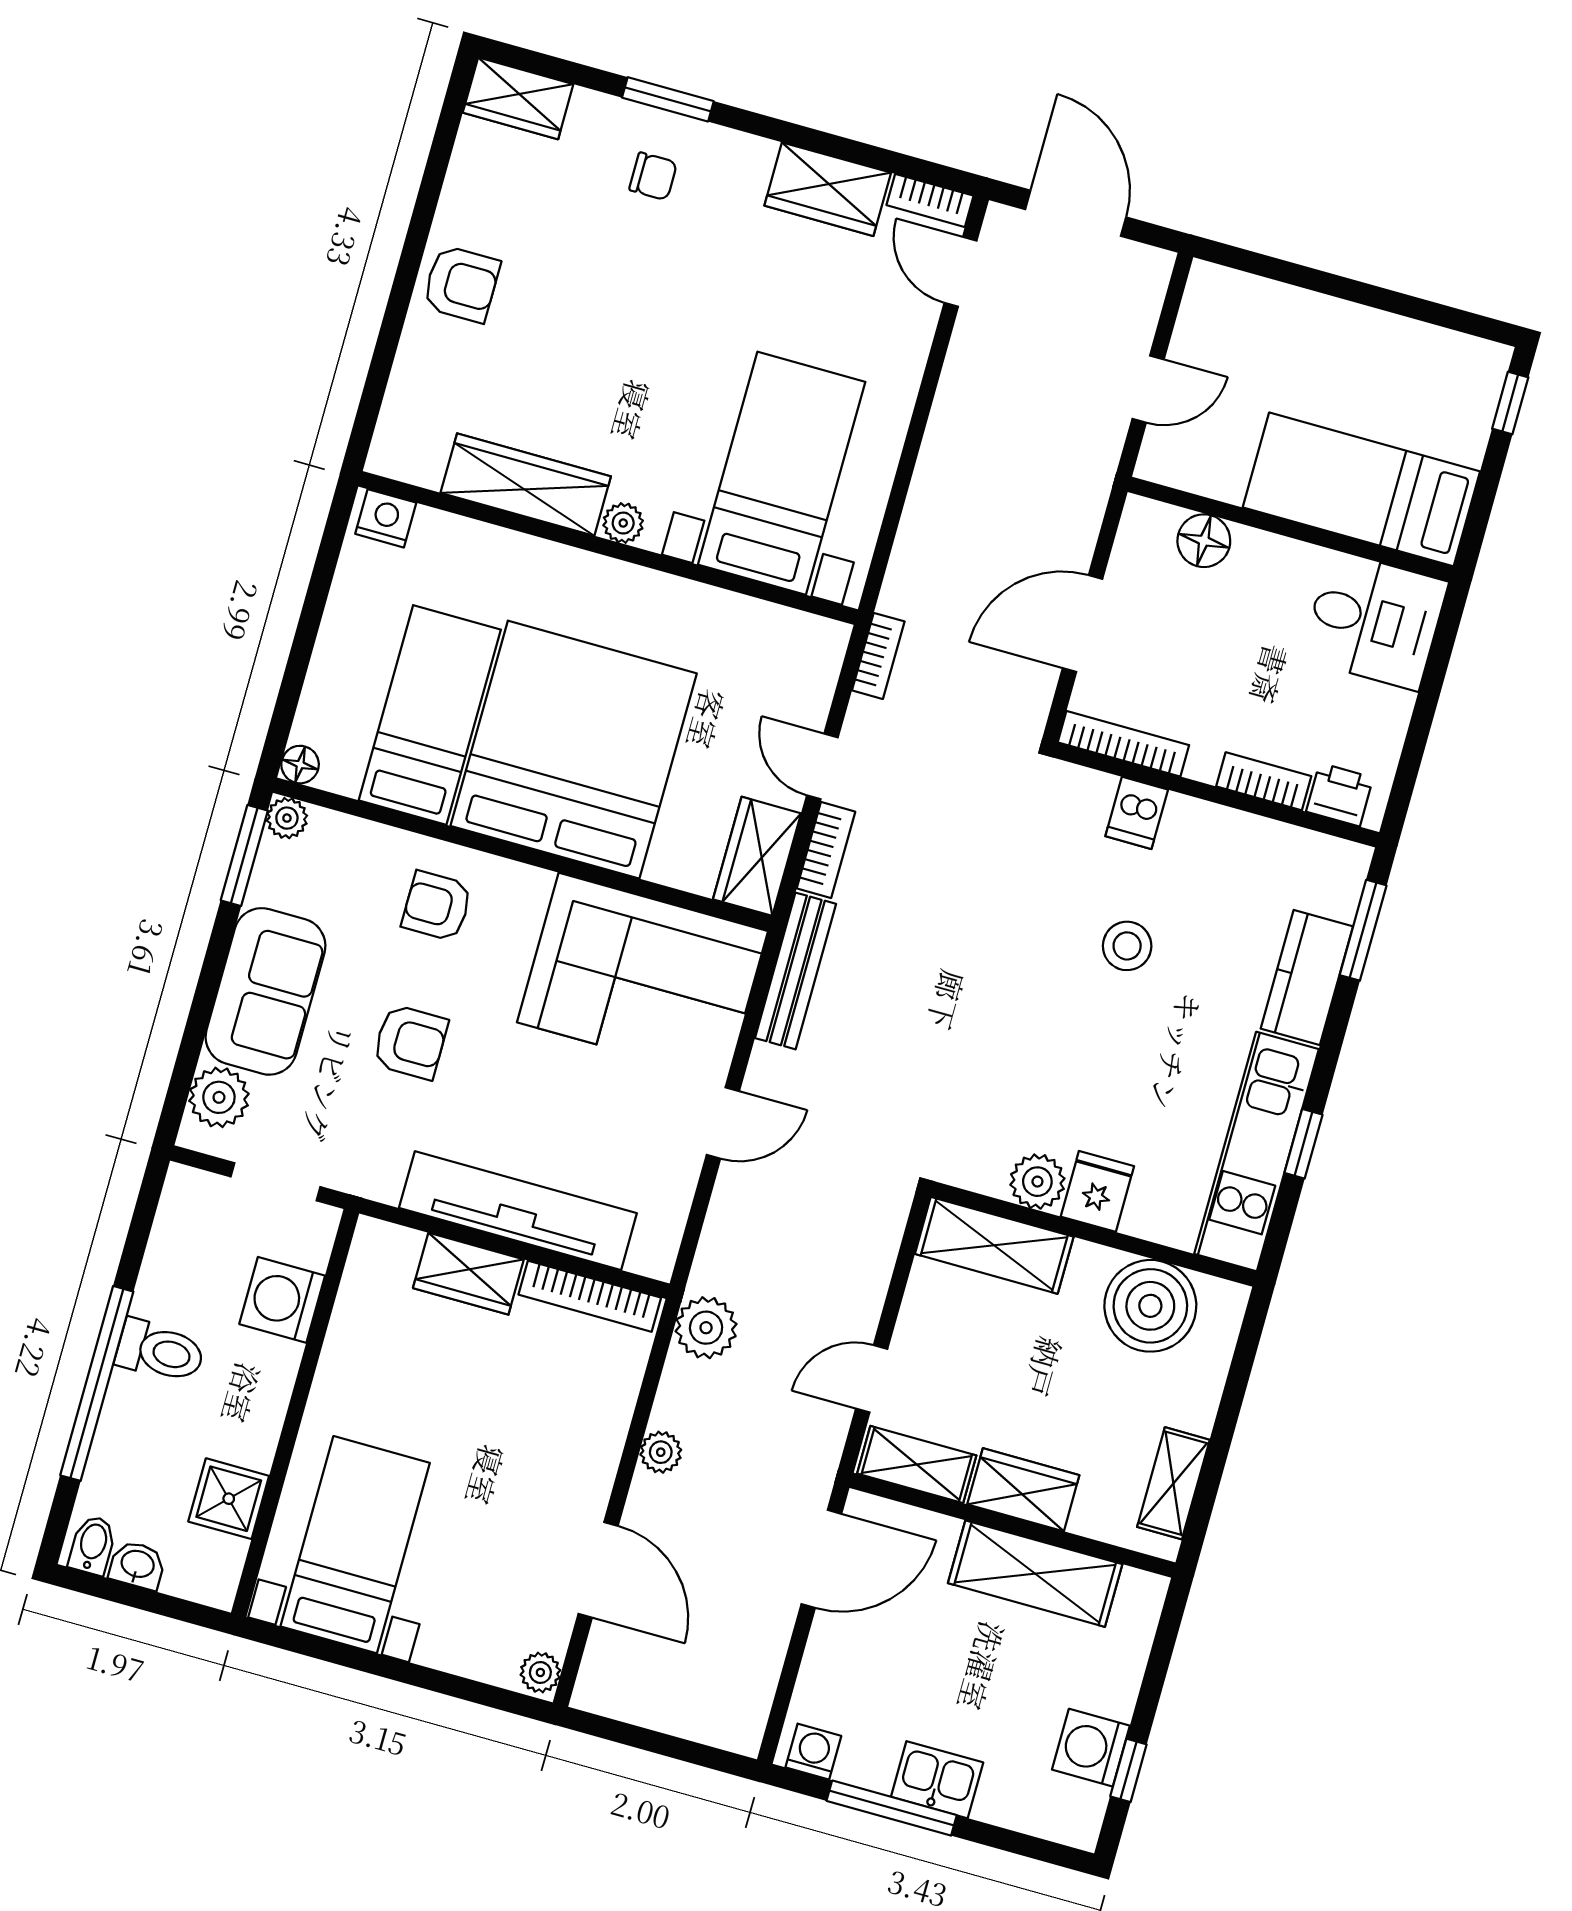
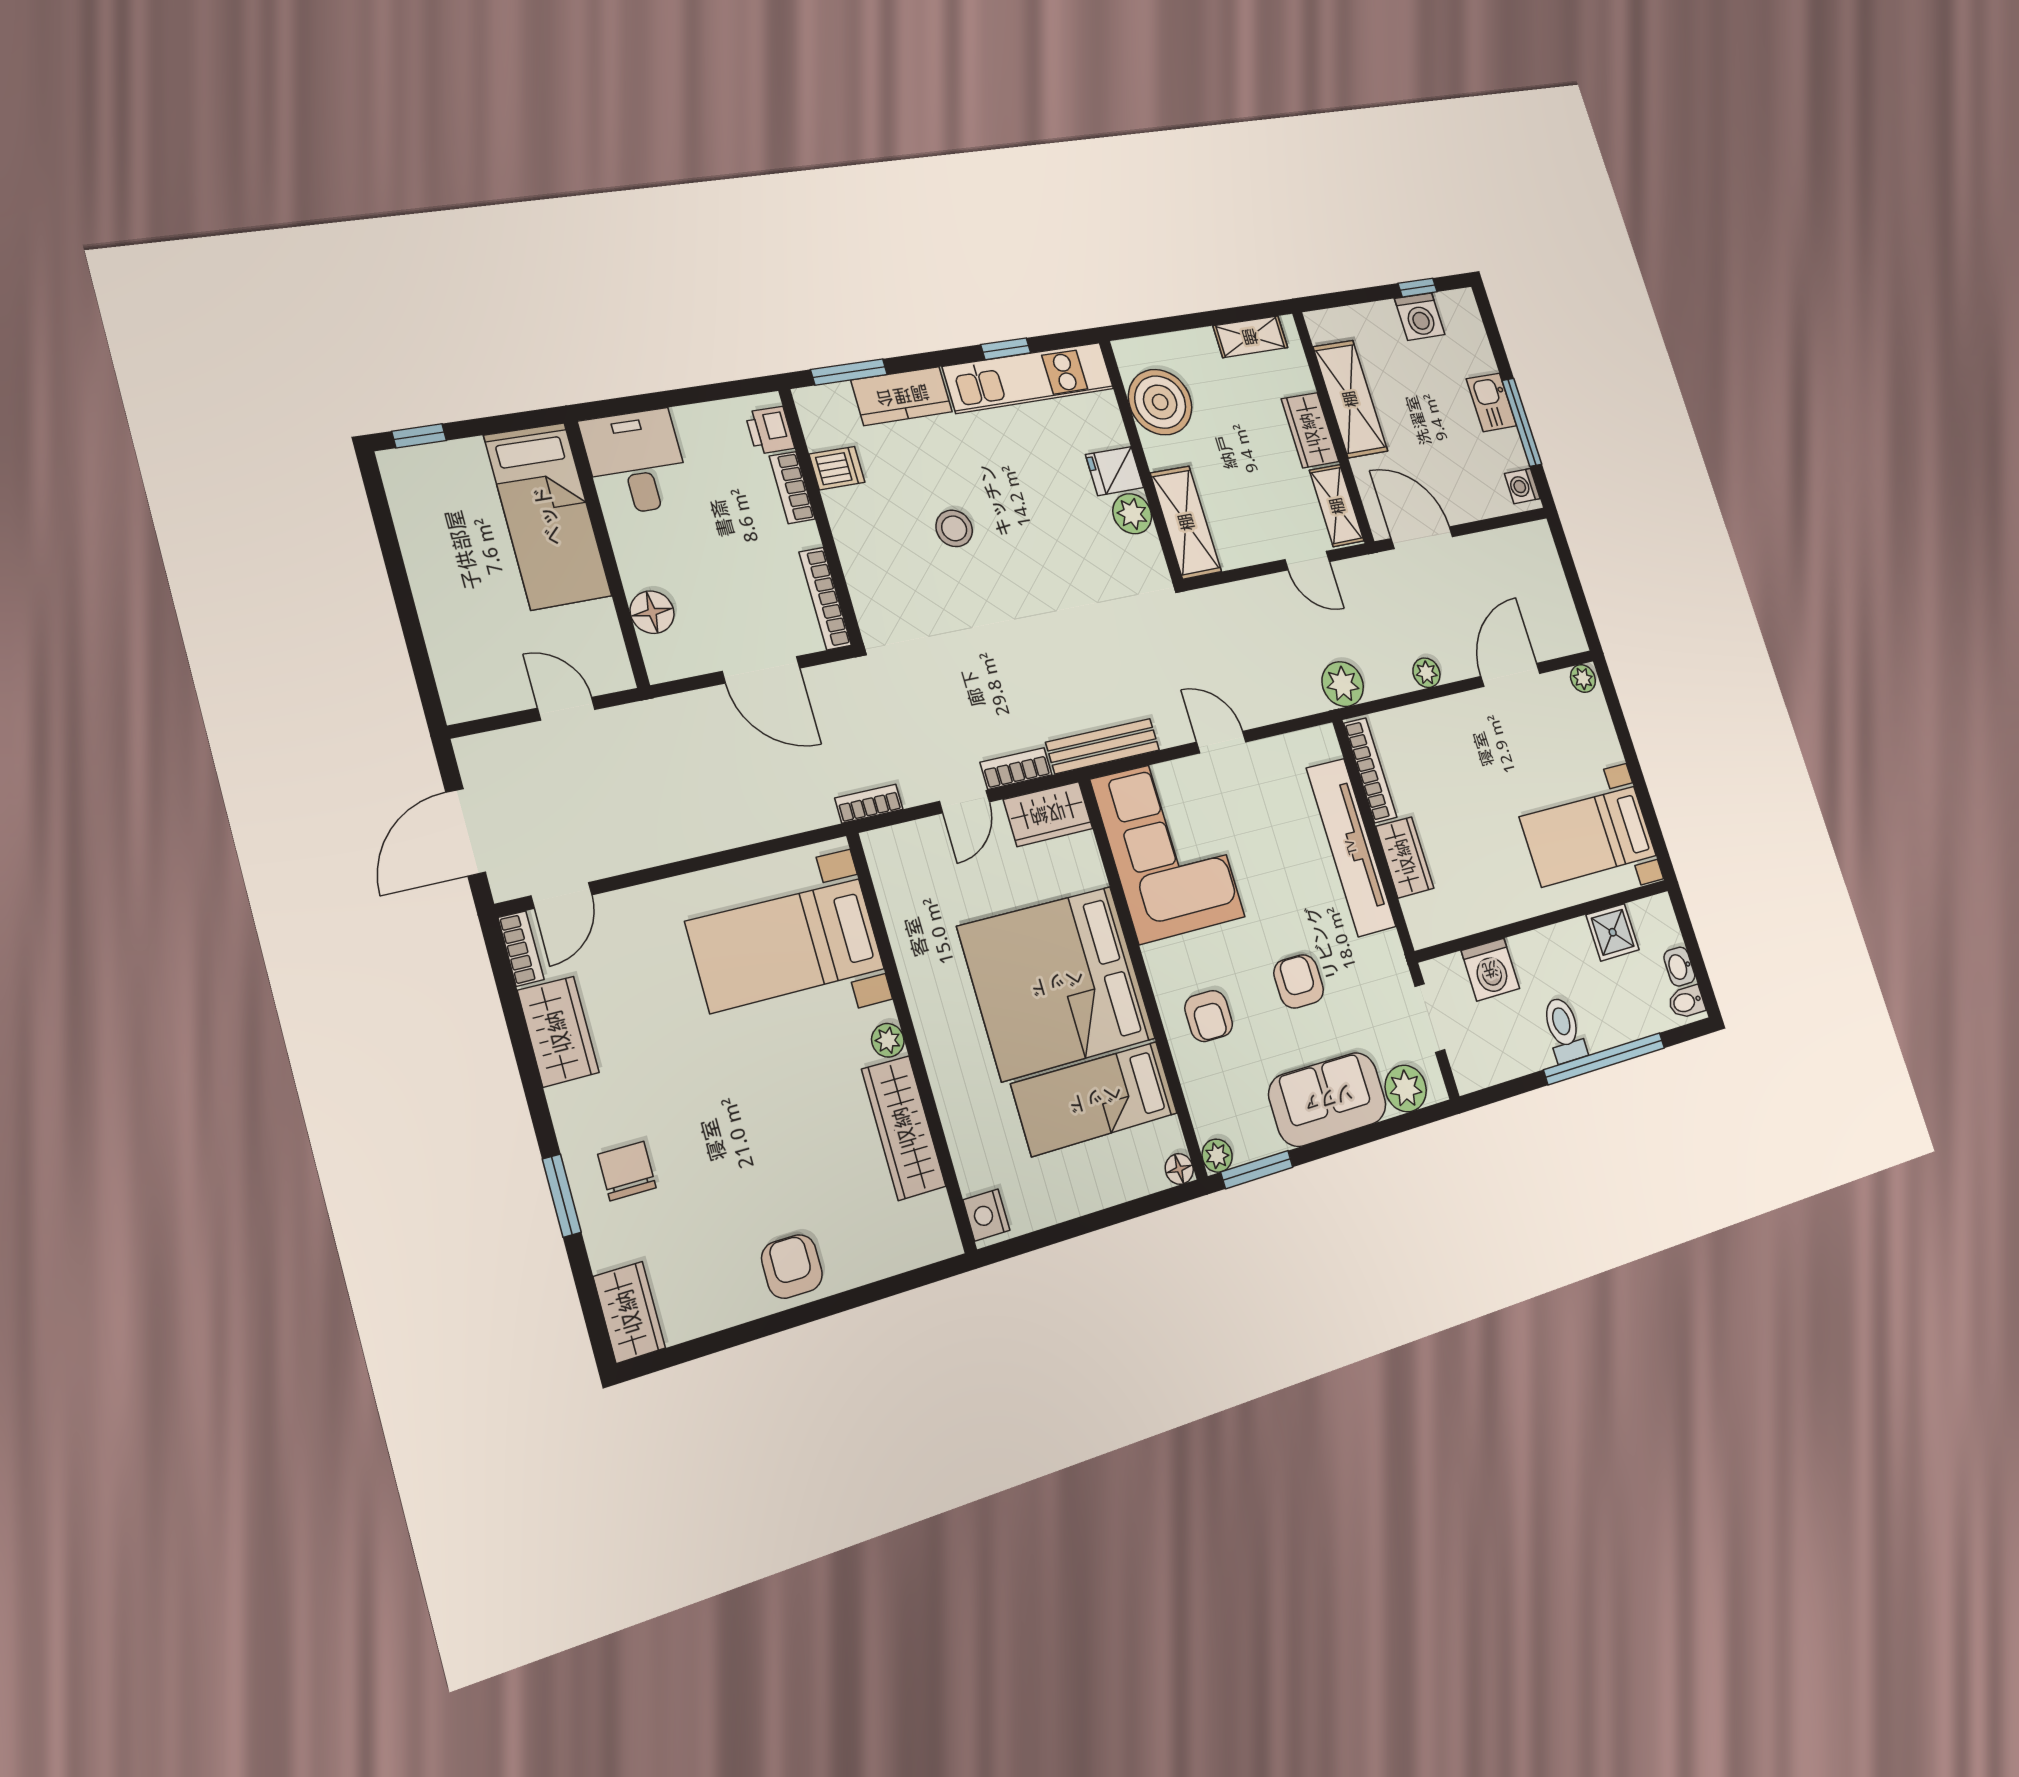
chair: (653, 176) -> (627, 1171), width x1.37, depth x1.37
dishwasher: (1137, 813) -> (837, 468), moved

